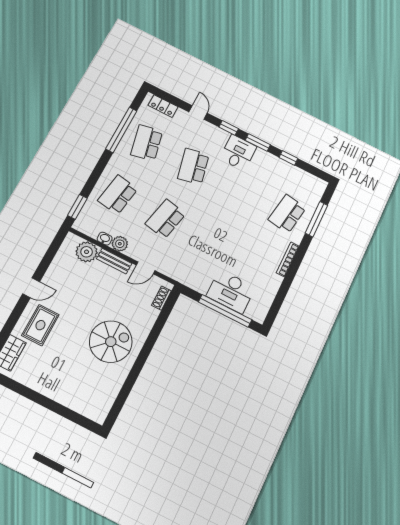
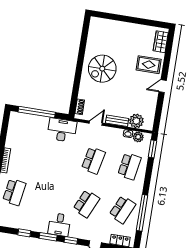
school desk: (147, 143) -> (122, 210), turned 36
school desk: (193, 166) -> (86, 204), turned 36
plant: (120, 244) -> (138, 137), moved
desk: (231, 291) -> (62, 130), moved
rug: (40, 325) -> (149, 65), turned 90

